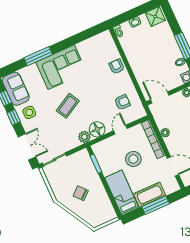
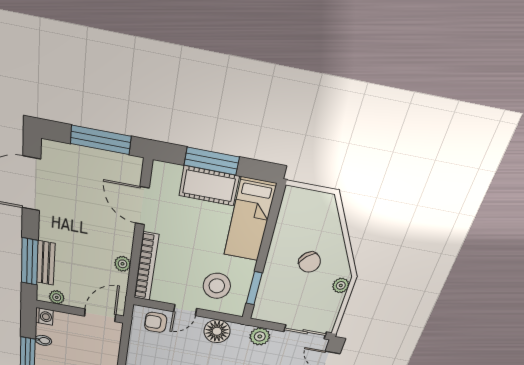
door: (160, 97) -> (100, 315), swing flipped
armchair: (122, 102) -> (156, 322), moved
plant: (84, 137) -> (260, 336), moved
stool: (133, 159) -> (217, 286), moved
plant: (58, 193) -> (341, 285), added

